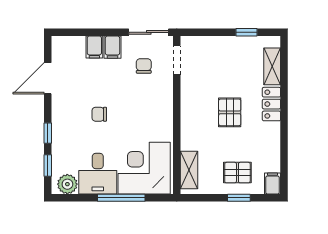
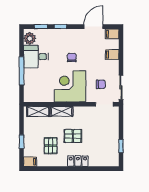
filing cabinet: (112, 47) -> (112, 34), moved
shelving: (272, 66) -> (62, 111), moved
door: (48, 78) -> (93, 27), hinge flipped
corner desk: (144, 168) -> (70, 86), moved, turned -90
pallet: (237, 173) -> (51, 146), moved

